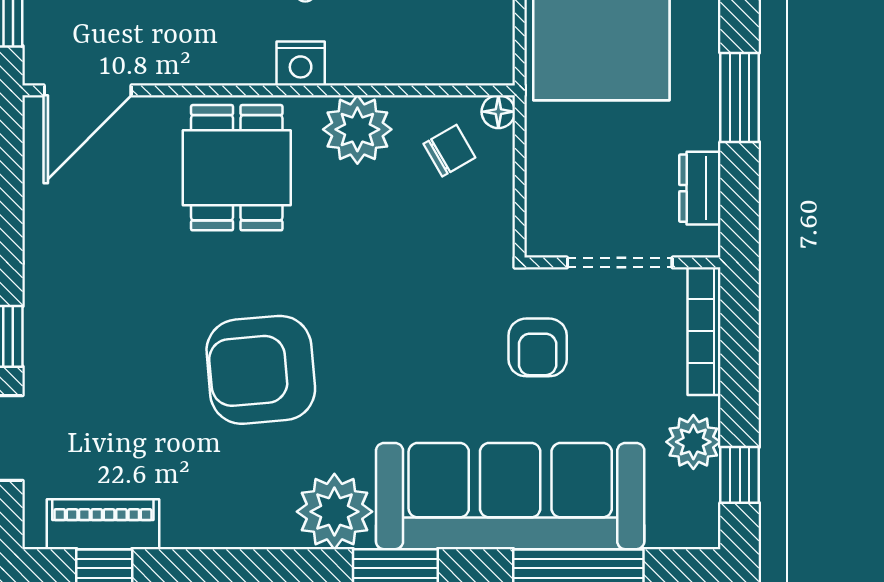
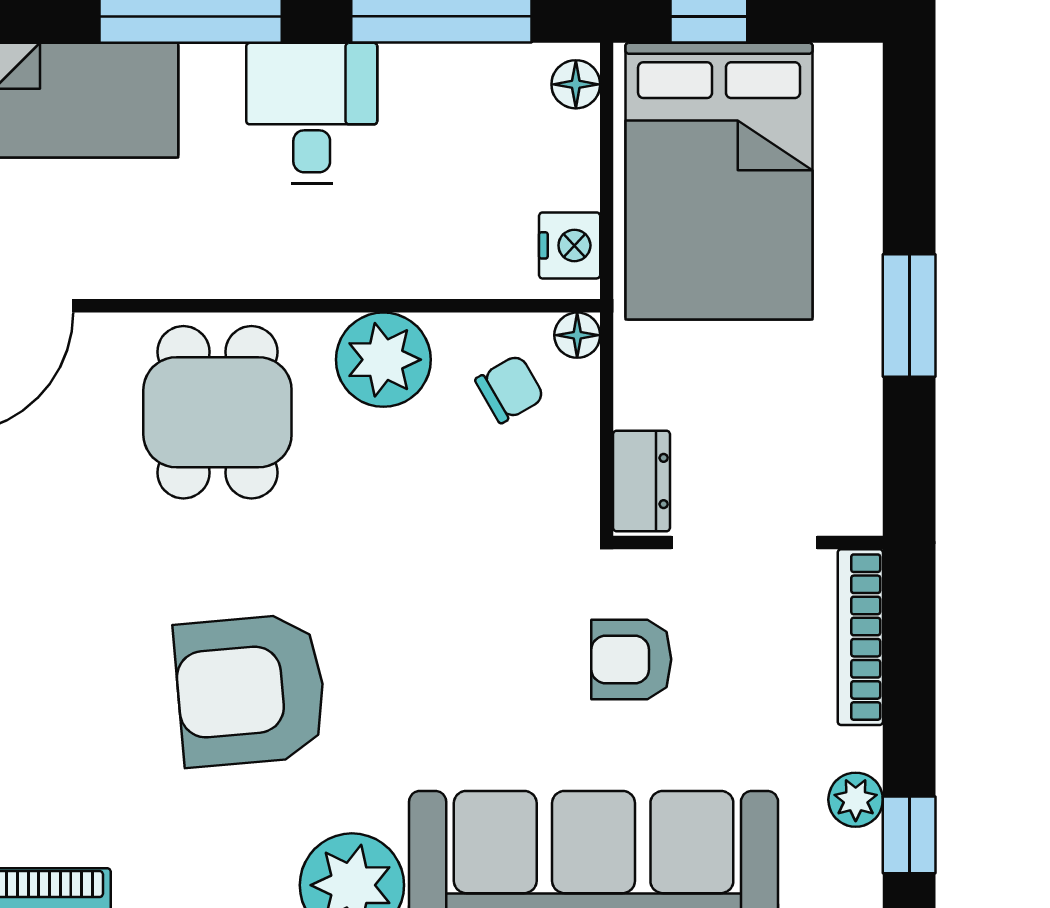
nightstand: (301, 63) -> (570, 245), moved, turned -90
dresser: (700, 188) -> (641, 481), moved, turned 180
armchair: (538, 347) -> (631, 659), turned 90
plant: (693, 442) -> (856, 800), width x0.73, depth x0.73

